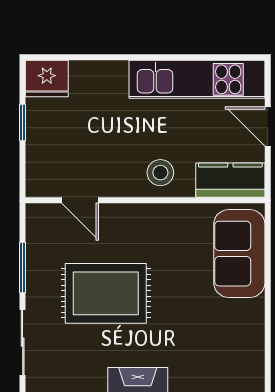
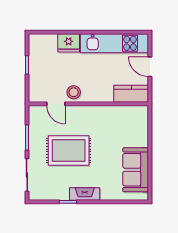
fridge: (47, 79) -> (69, 43), moved
stool: (160, 173) -> (74, 92), moved
sofa: (239, 254) -> (136, 170), moved

